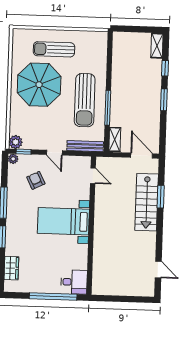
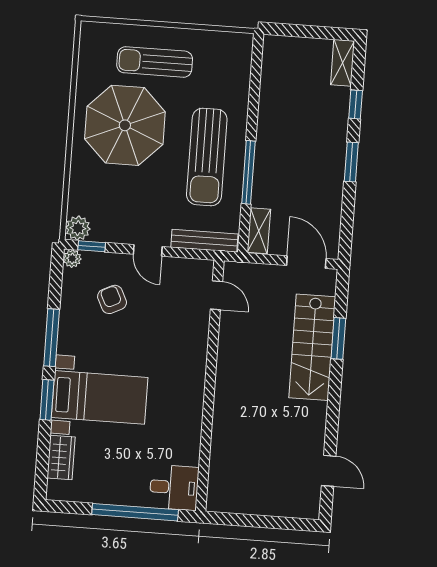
bed with nightstands: (63, 221) -> (100, 397), moved, turned 180

